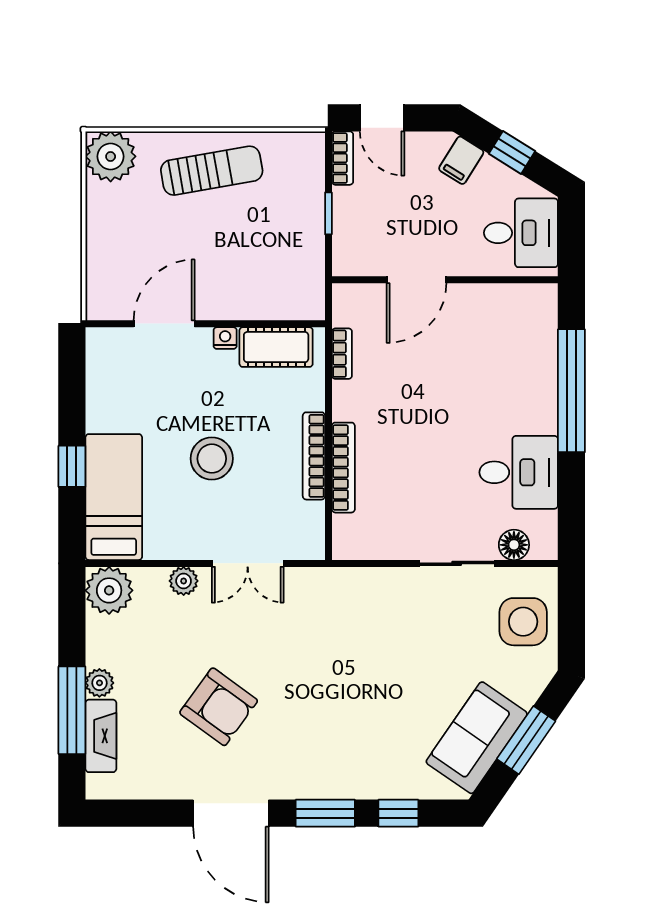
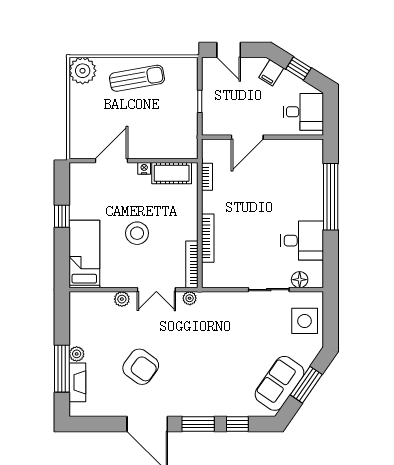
bookcase: (342, 158) -> (207, 72), removed
bookcase: (314, 456) -> (192, 264), moved
window: (72, 466) -> (62, 216), moved
plant: (109, 590) -> (190, 298), moved, width x0.53, depth x0.53

